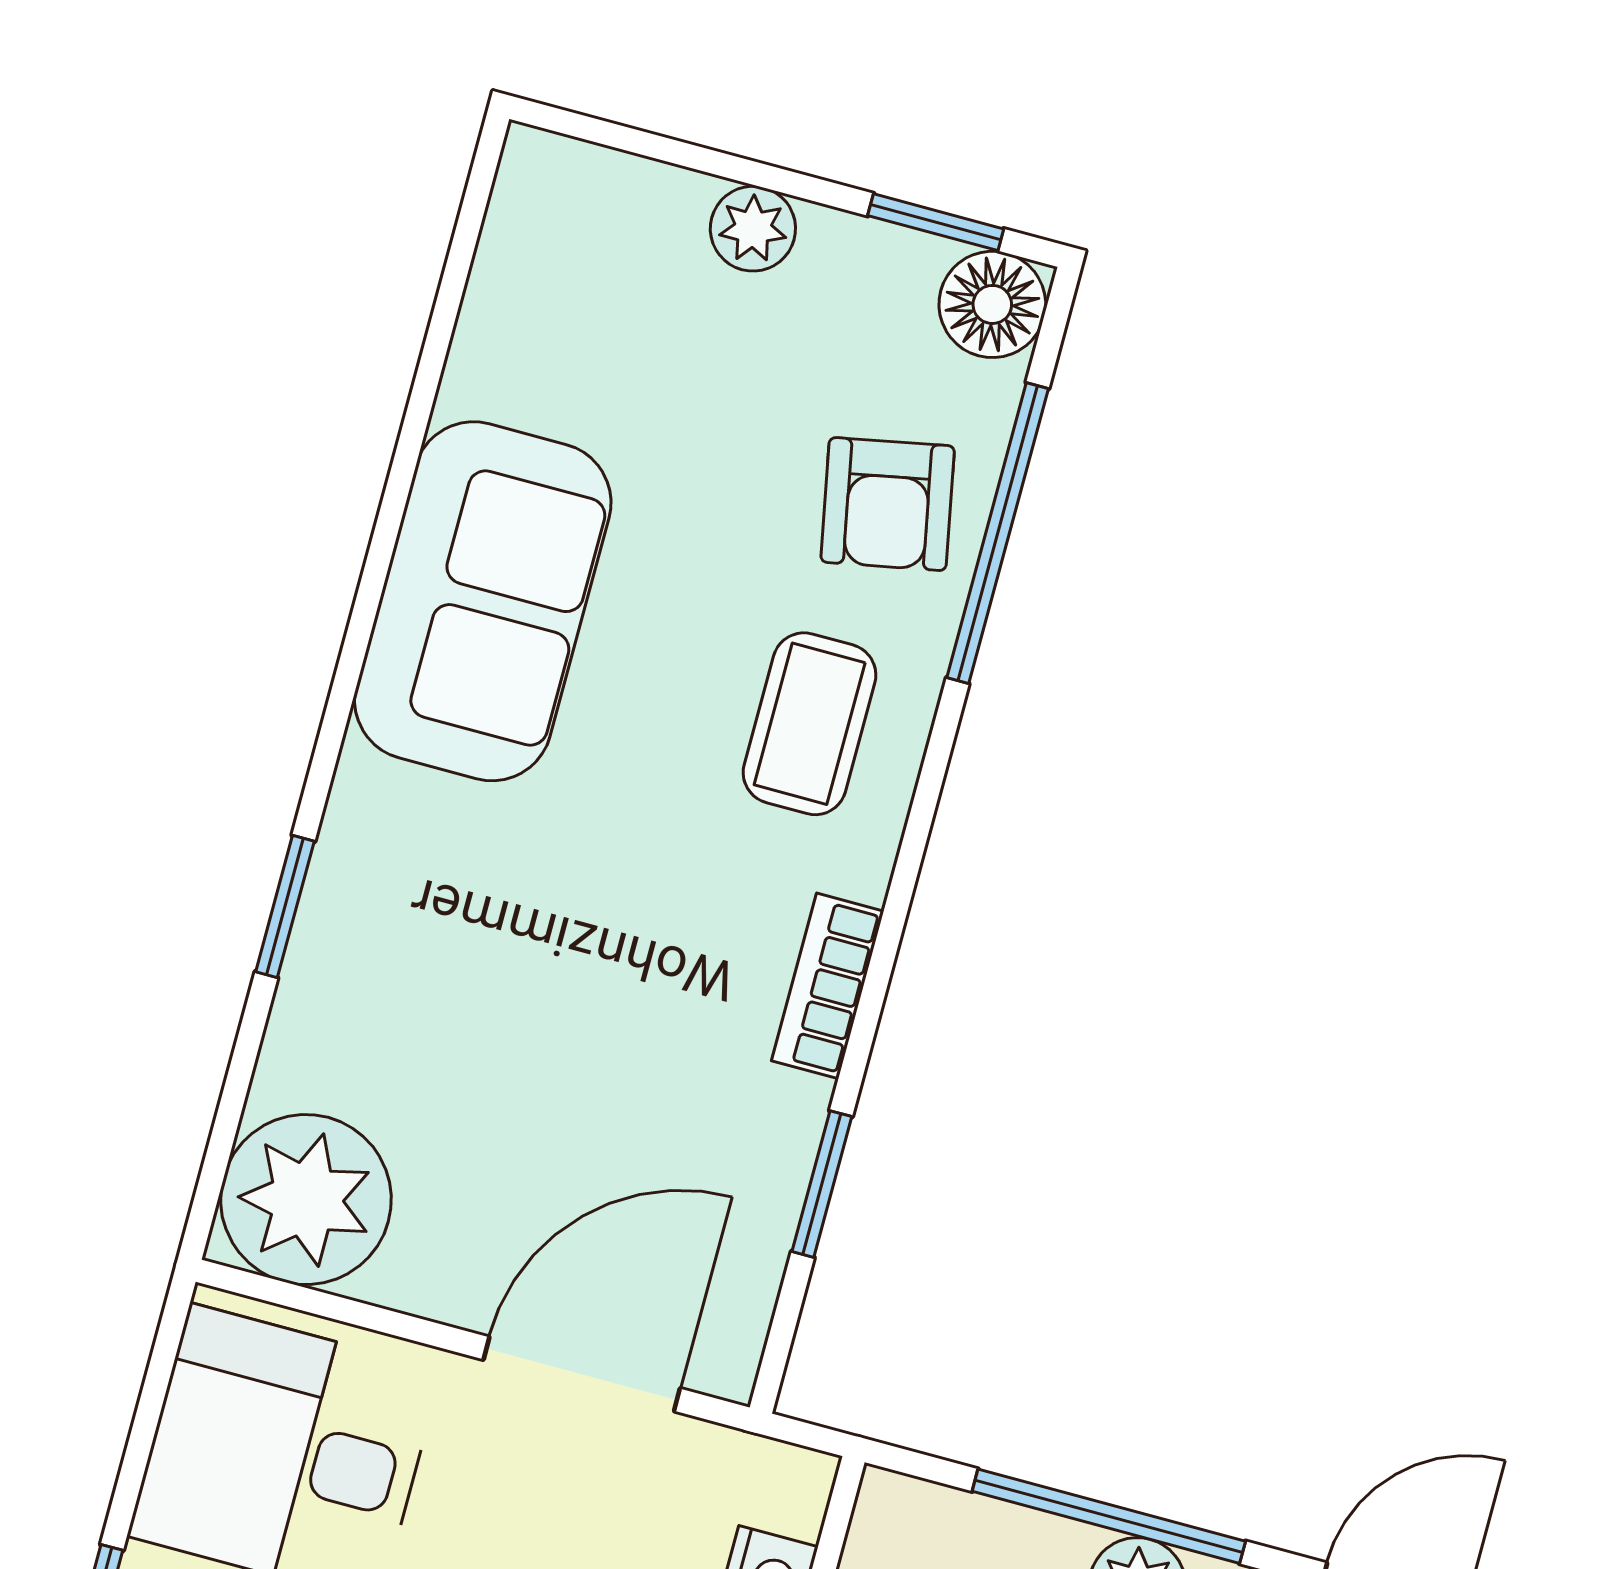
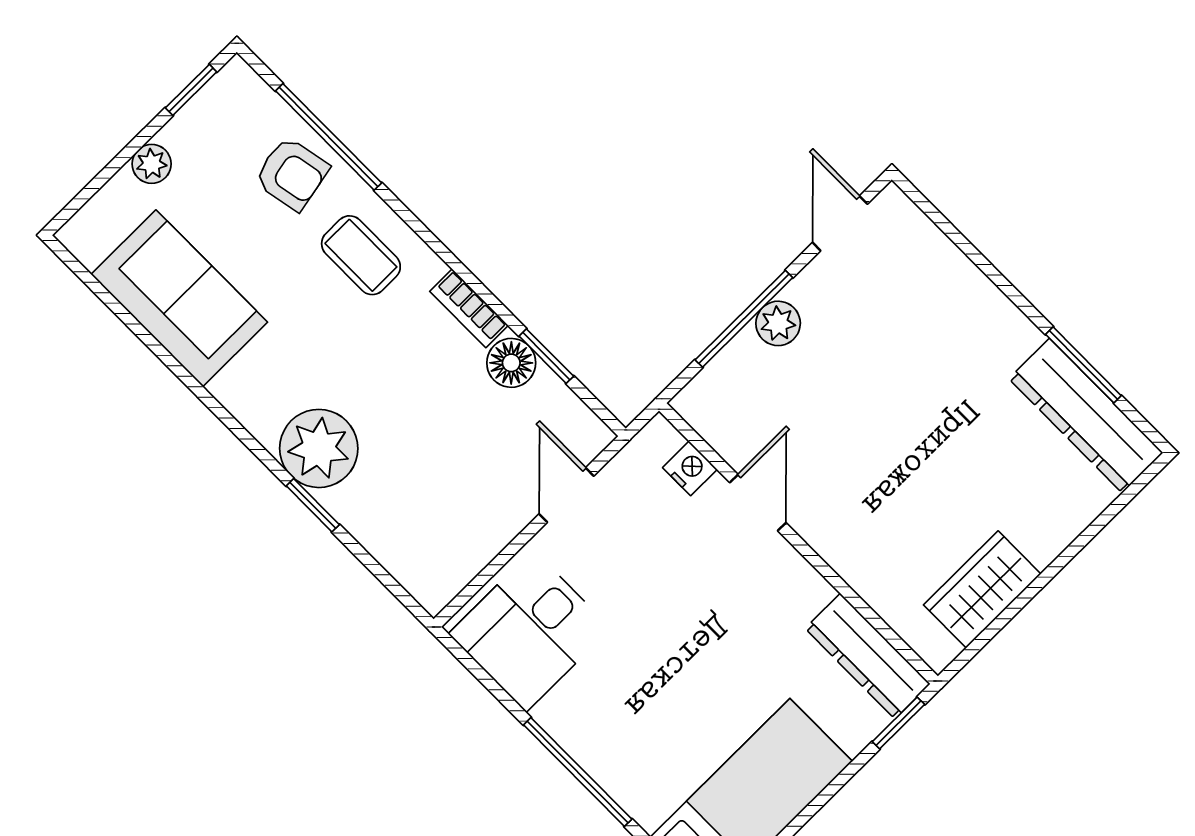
floor lamp: (992, 304) -> (511, 363), moved
sofa: (483, 601) -> (179, 298), moved
plant: (306, 1200) -> (319, 448), moved
door: (582, 1374) -> (566, 495), width x0.73

